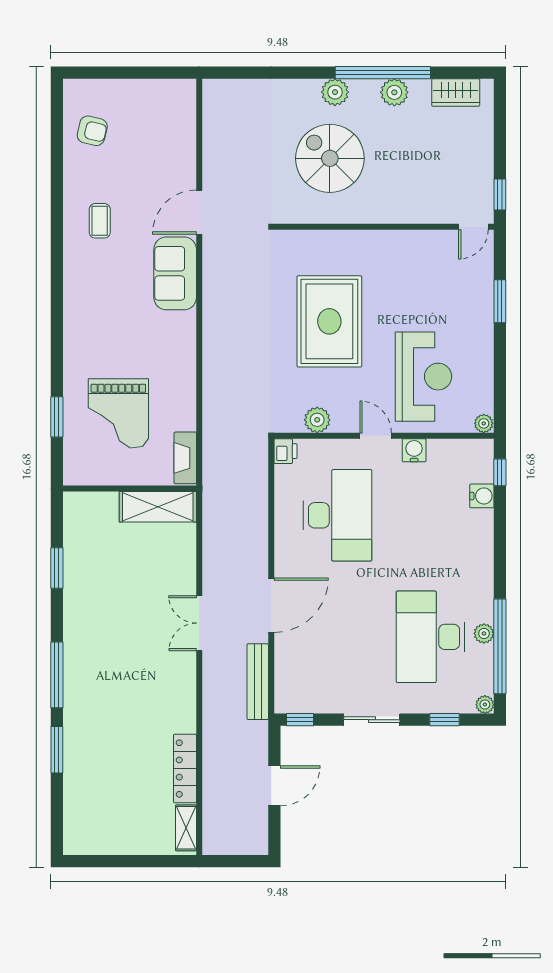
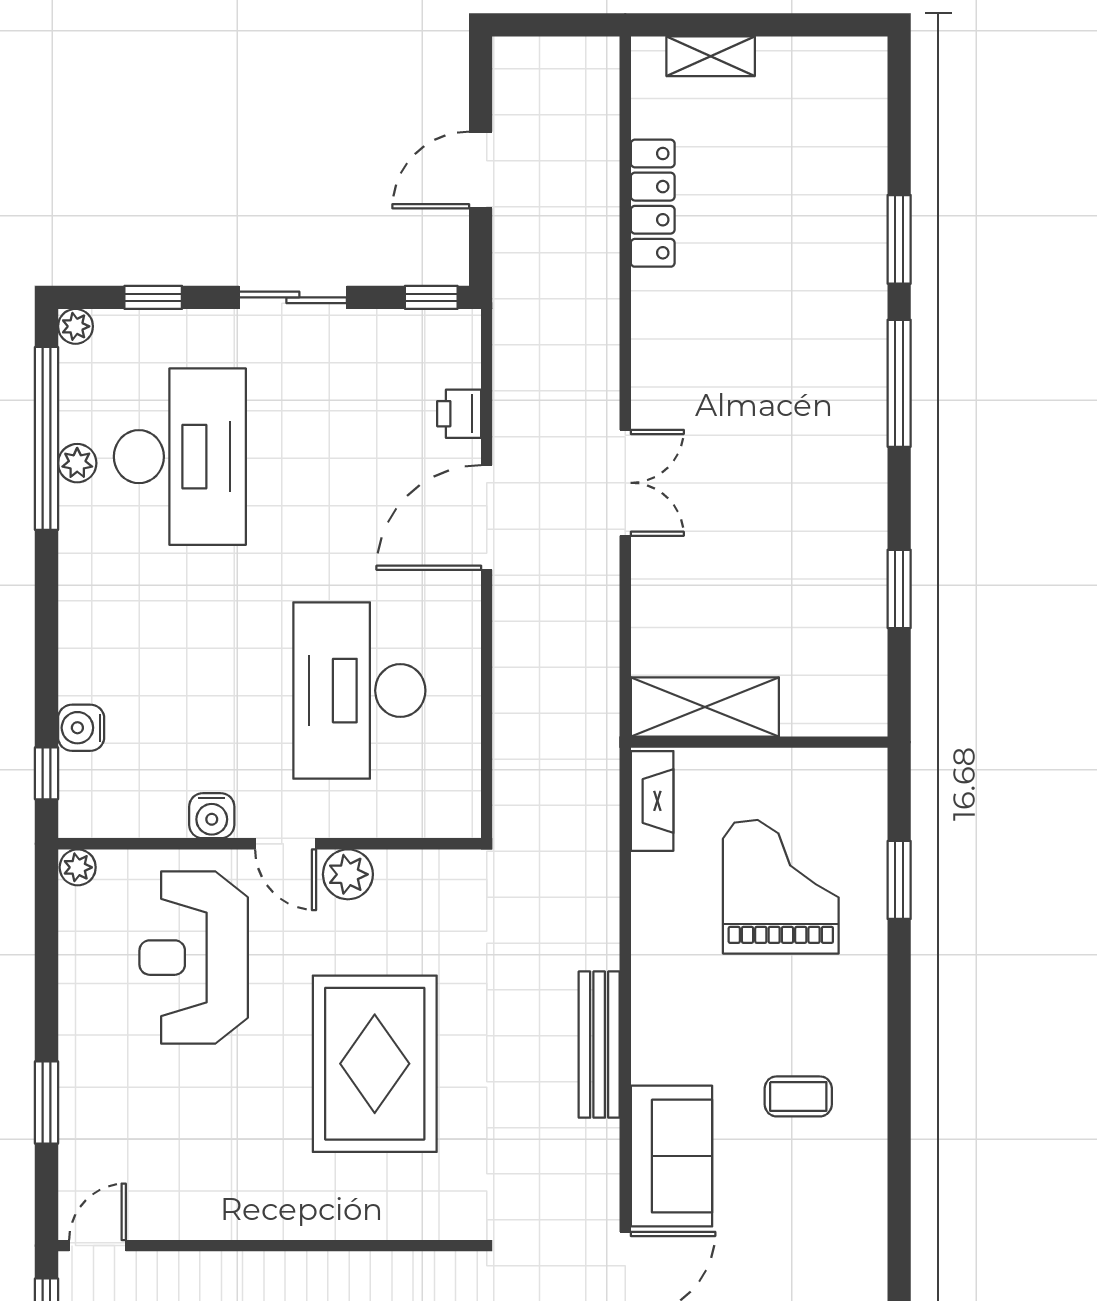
coffee table: (100, 221) -> (798, 1096), moved, turned 90
plant: (317, 420) -> (348, 874), moved
printer: (285, 451) -> (459, 414), moved
bench: (258, 682) -> (599, 1045), moved
shelving: (186, 828) -> (711, 56), moved, turned 90

